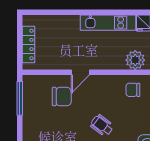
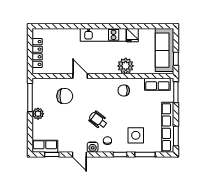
door: (80, 72) -> (80, 76), swing flipped
plant: (29, 118) -> (38, 114), added

